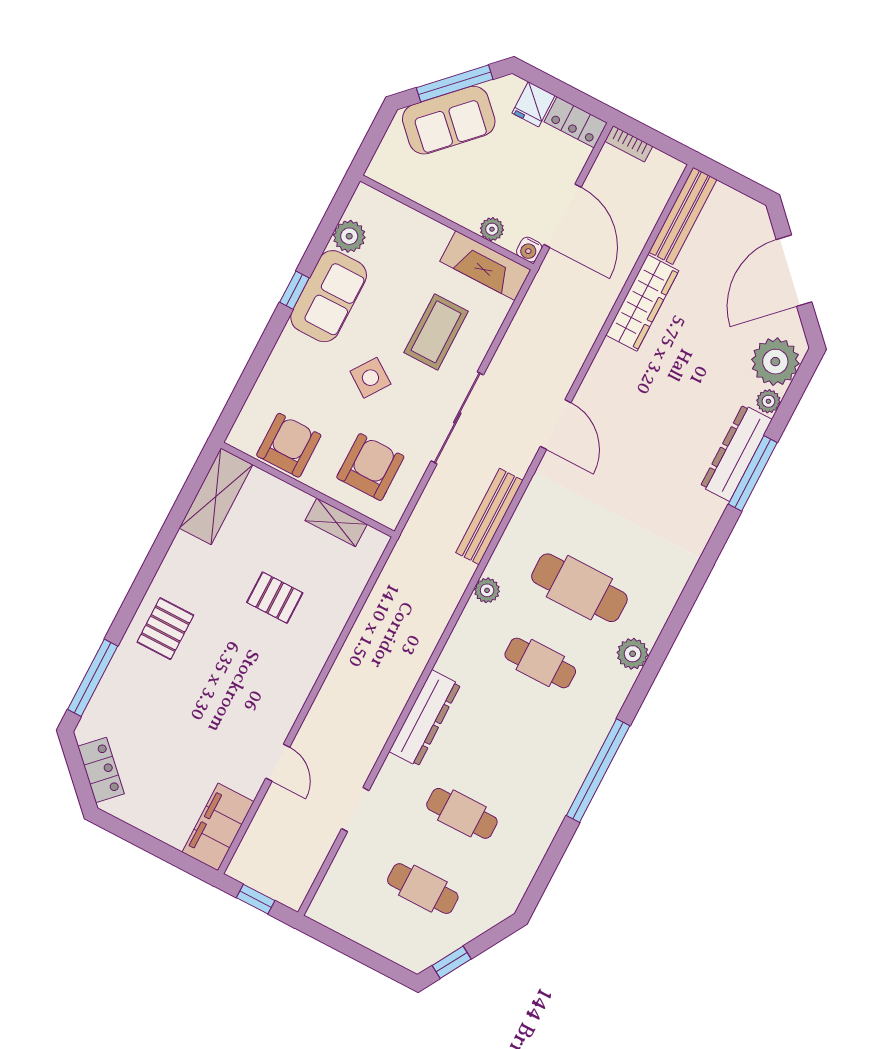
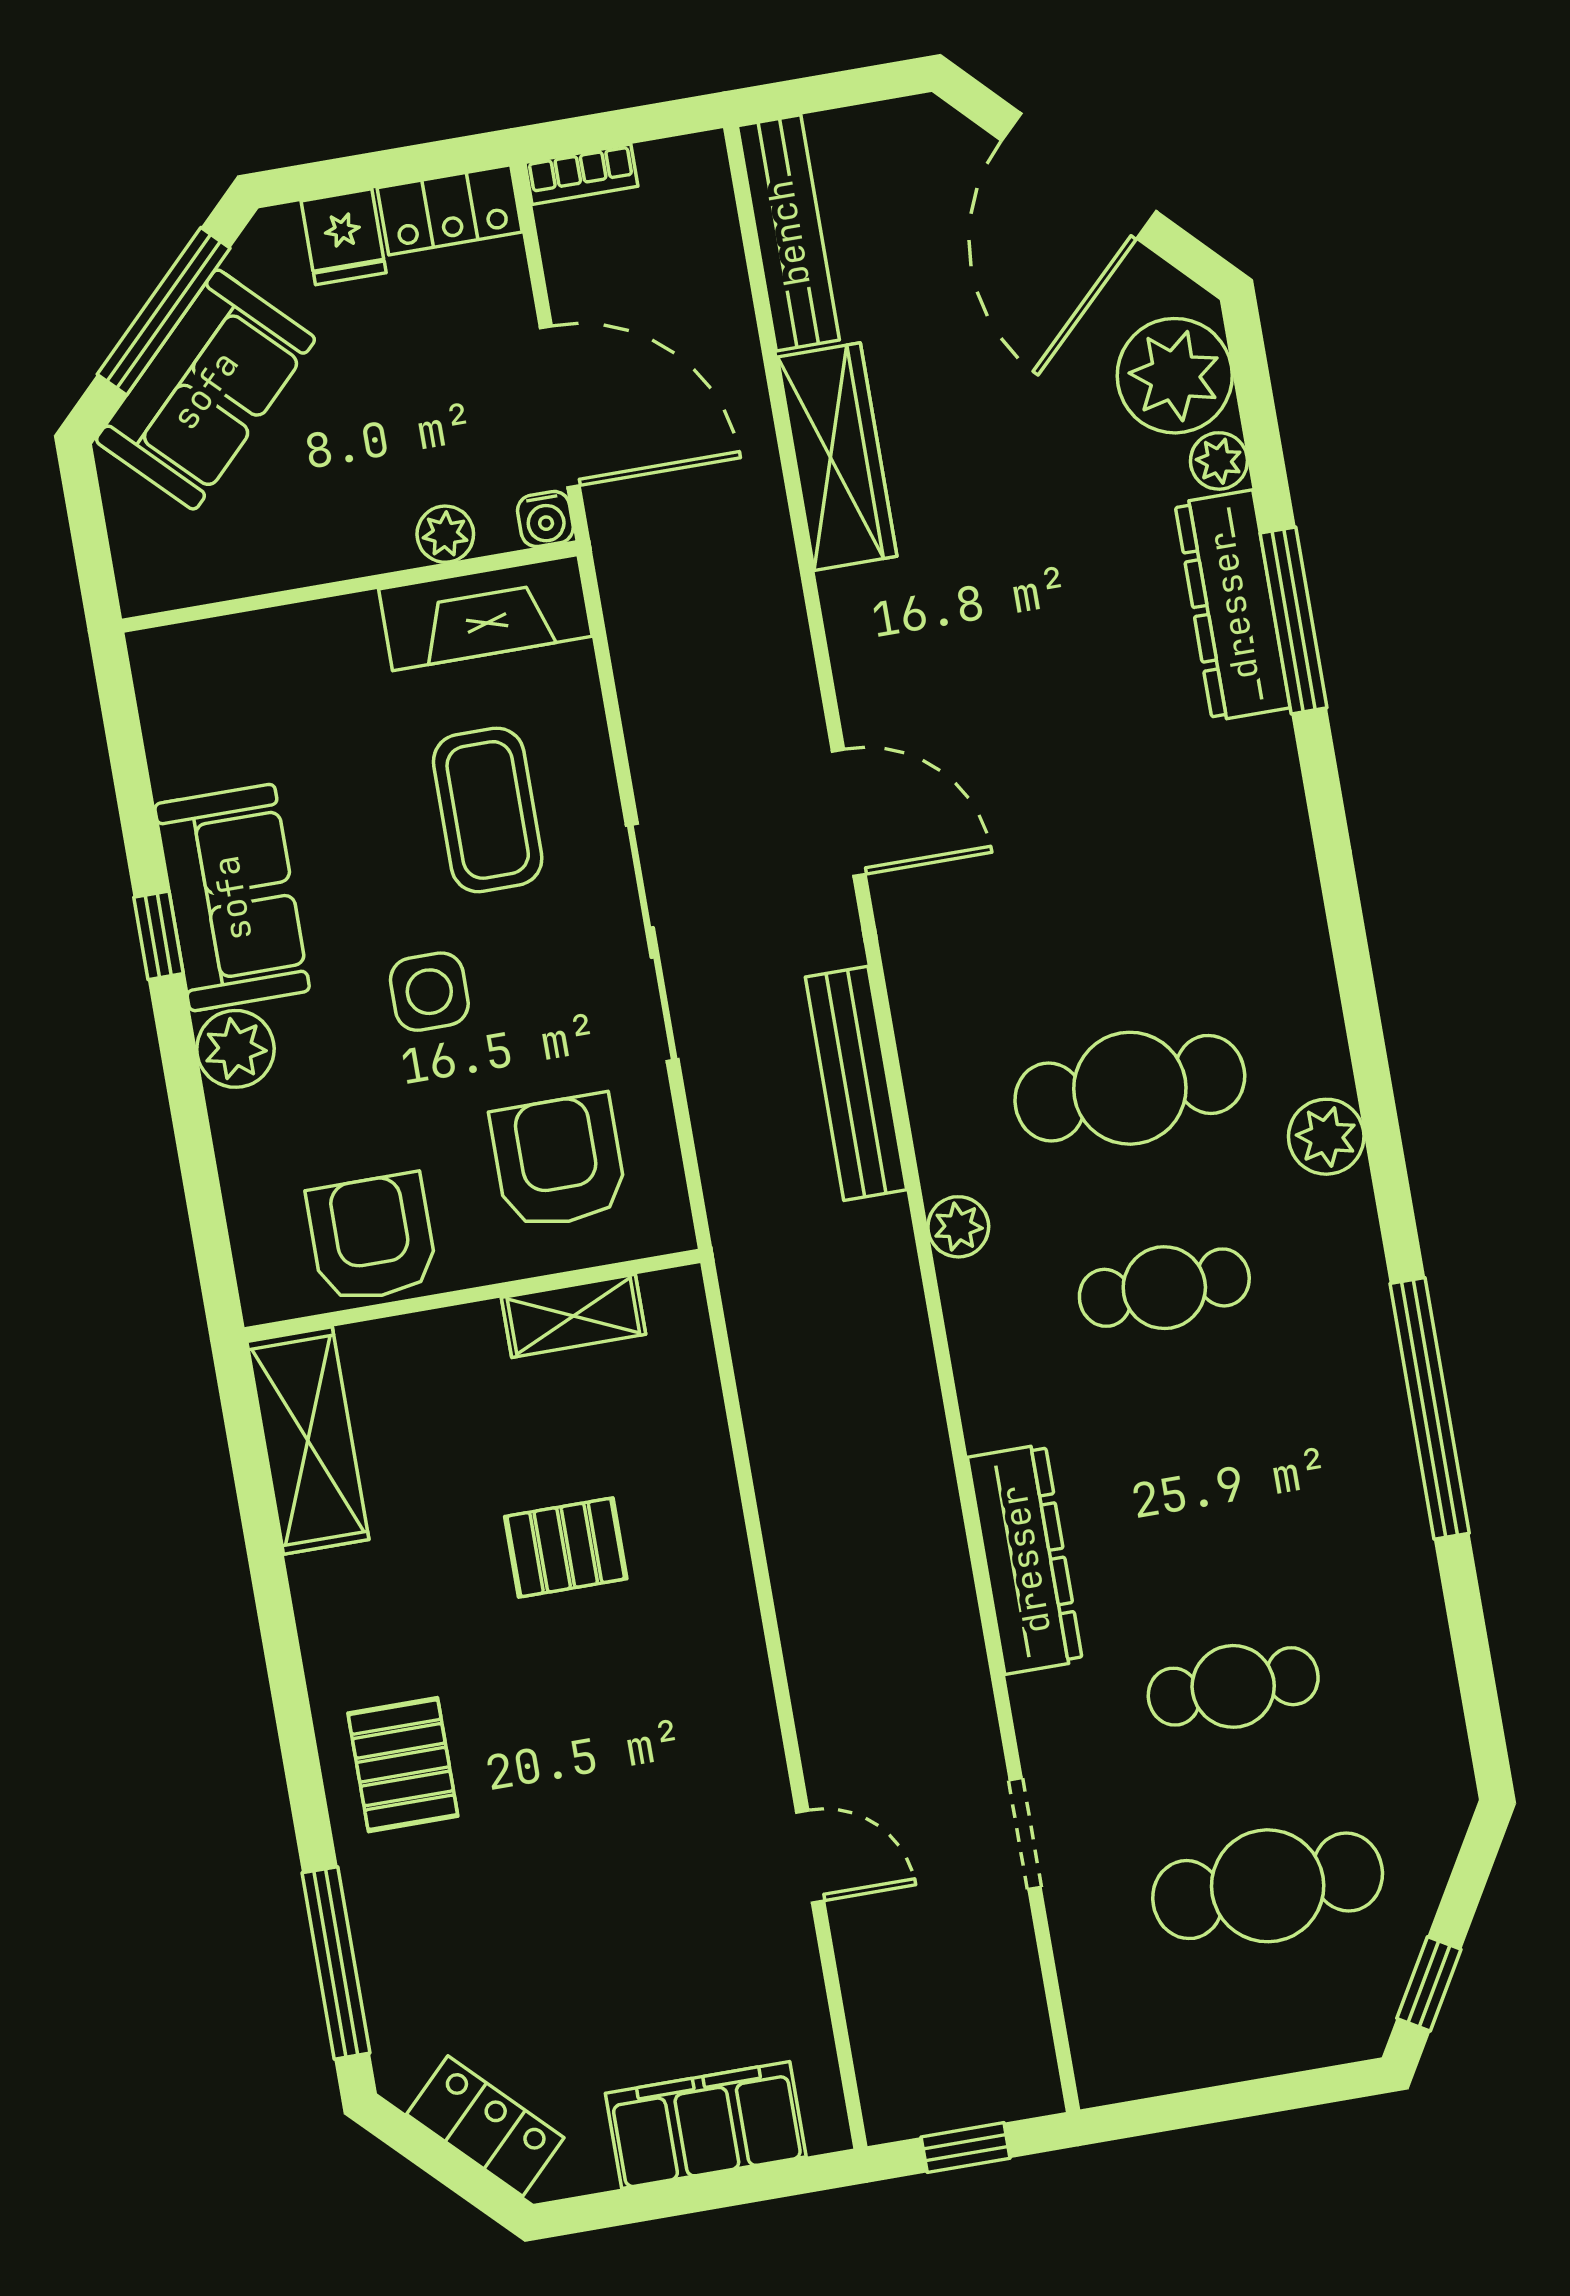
plant: (349, 236) -> (235, 1049), moved
side table: (370, 378) -> (429, 992), turned -35
filing cabinet: (218, 827) -> (706, 2125), moved, turned 90
cafe table: (423, 889) -> (1268, 1886), width x1.37, depth x1.35

